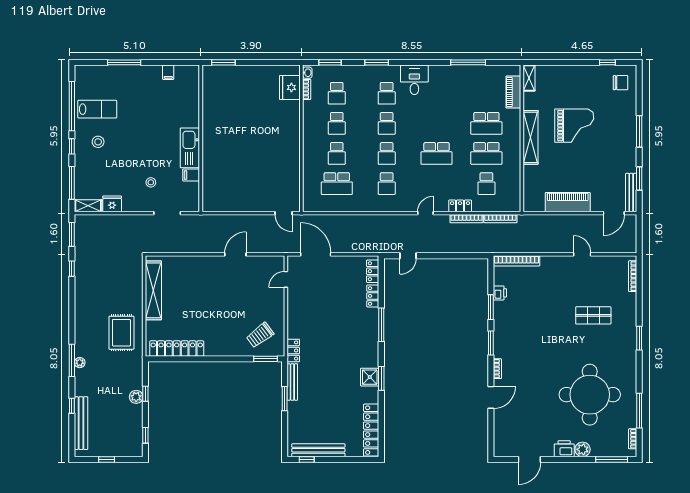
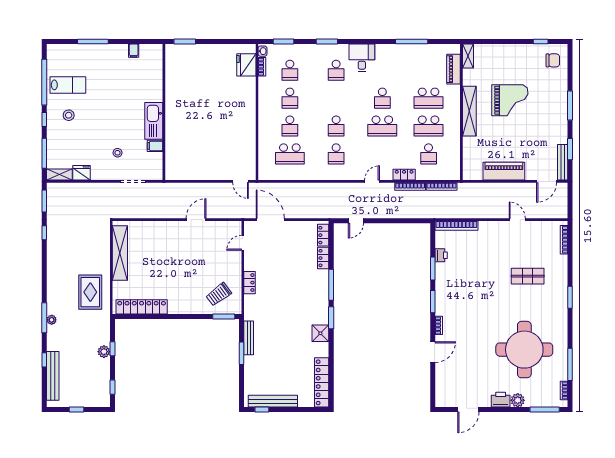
school desk: (387, 123) -> (382, 98), moved
locker: (293, 350) -> (250, 283), moved
window: (381, 378) -> (331, 318), moved

